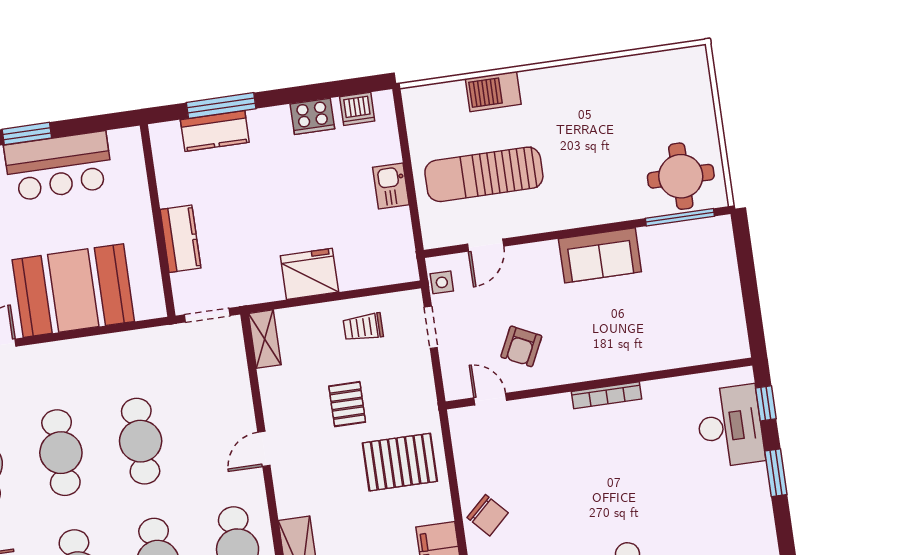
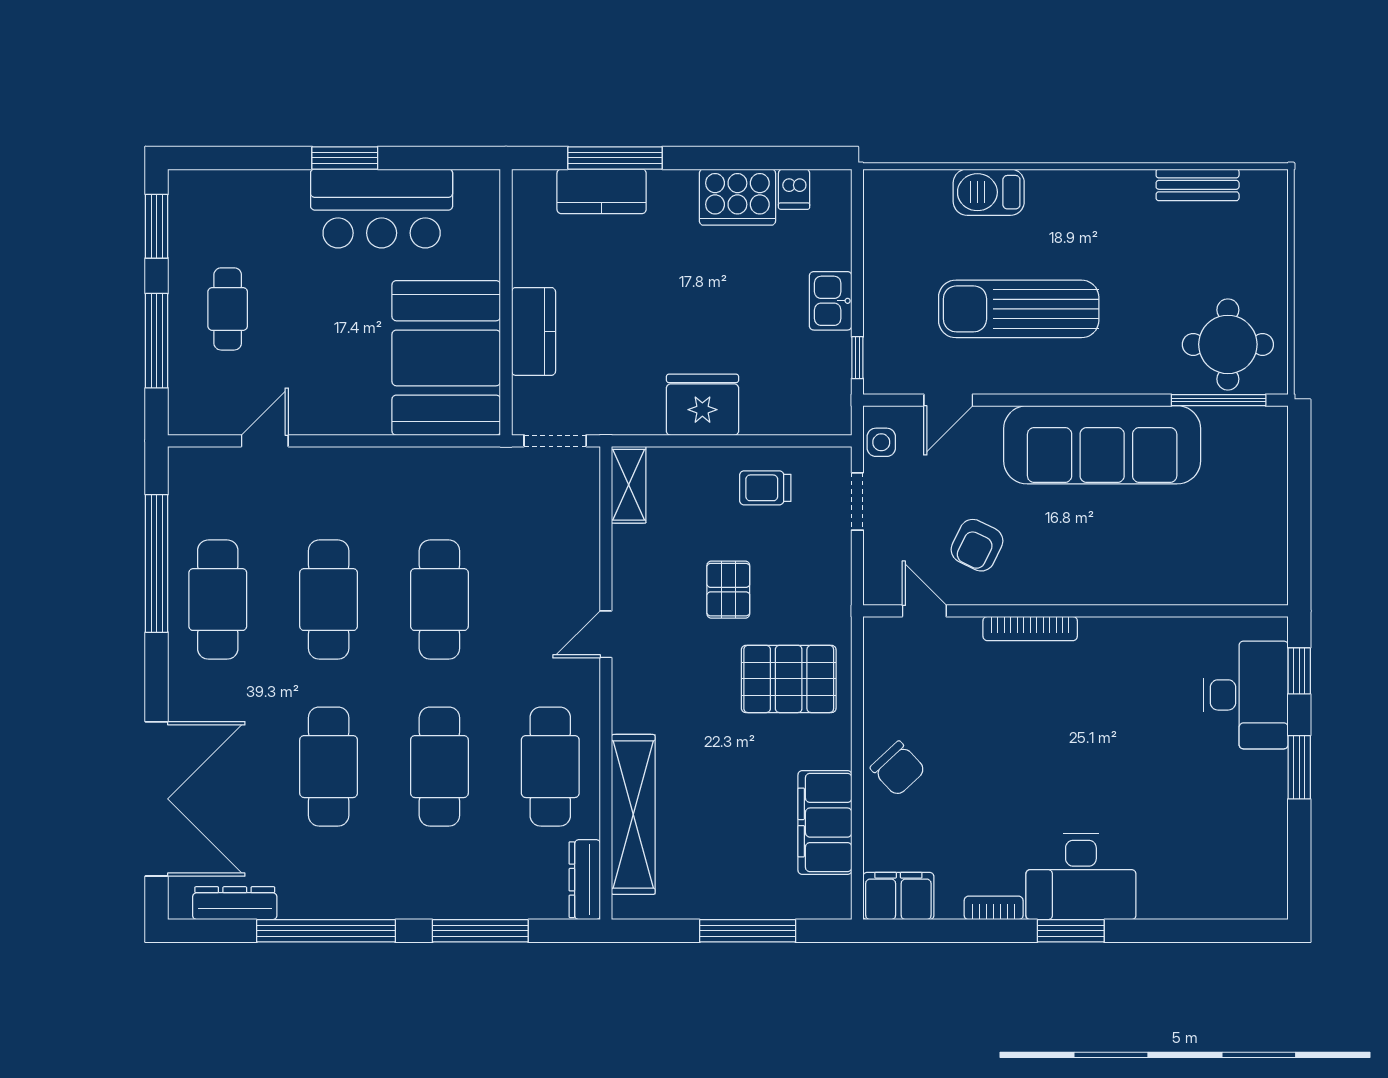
bench: (642, 65) -> (1198, 185), added
dishwasher: (357, 109) -> (794, 189), width x0.73
cooker: (312, 116) -> (737, 197), width x1.37, depth x1.31
sun lounger: (484, 174) -> (1019, 309), moved
window: (416, 224) -> (857, 358), added
sofa: (600, 255) -> (1102, 445), width x1.85, depth x1.27
booth: (73, 291) -> (446, 358), moved, turned 90
bookcase: (607, 395) -> (1030, 629), moved

